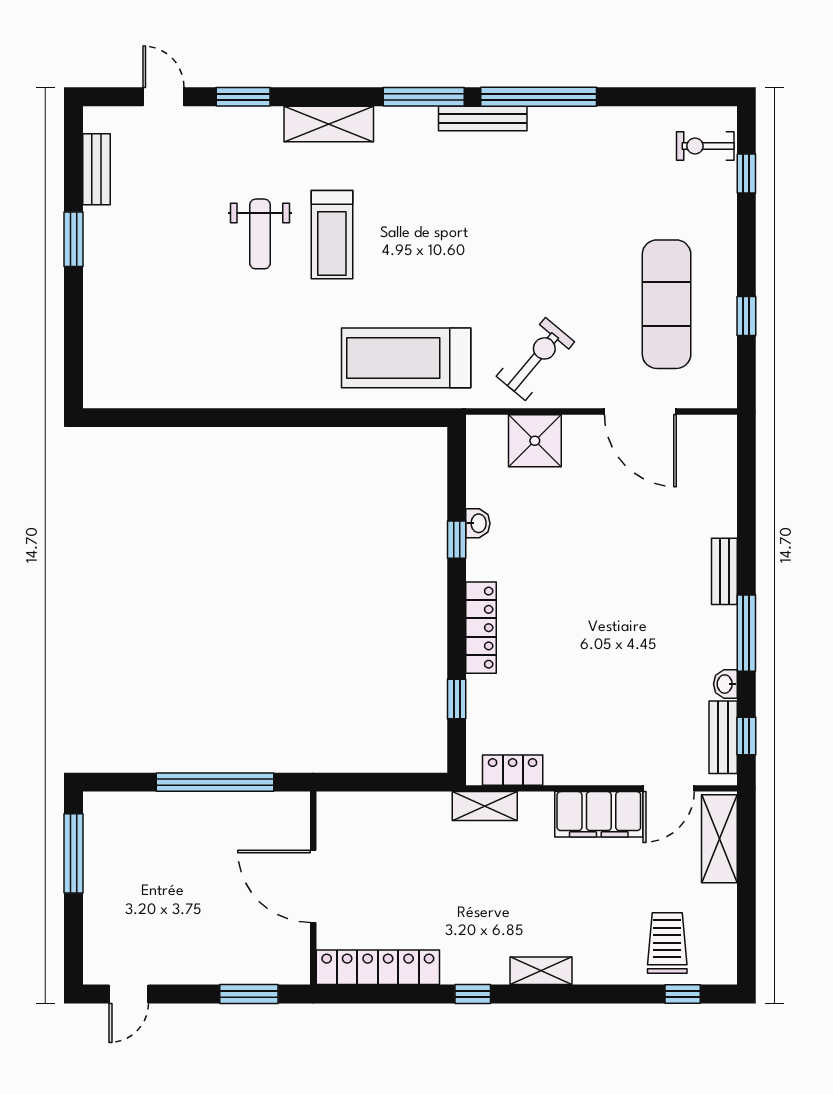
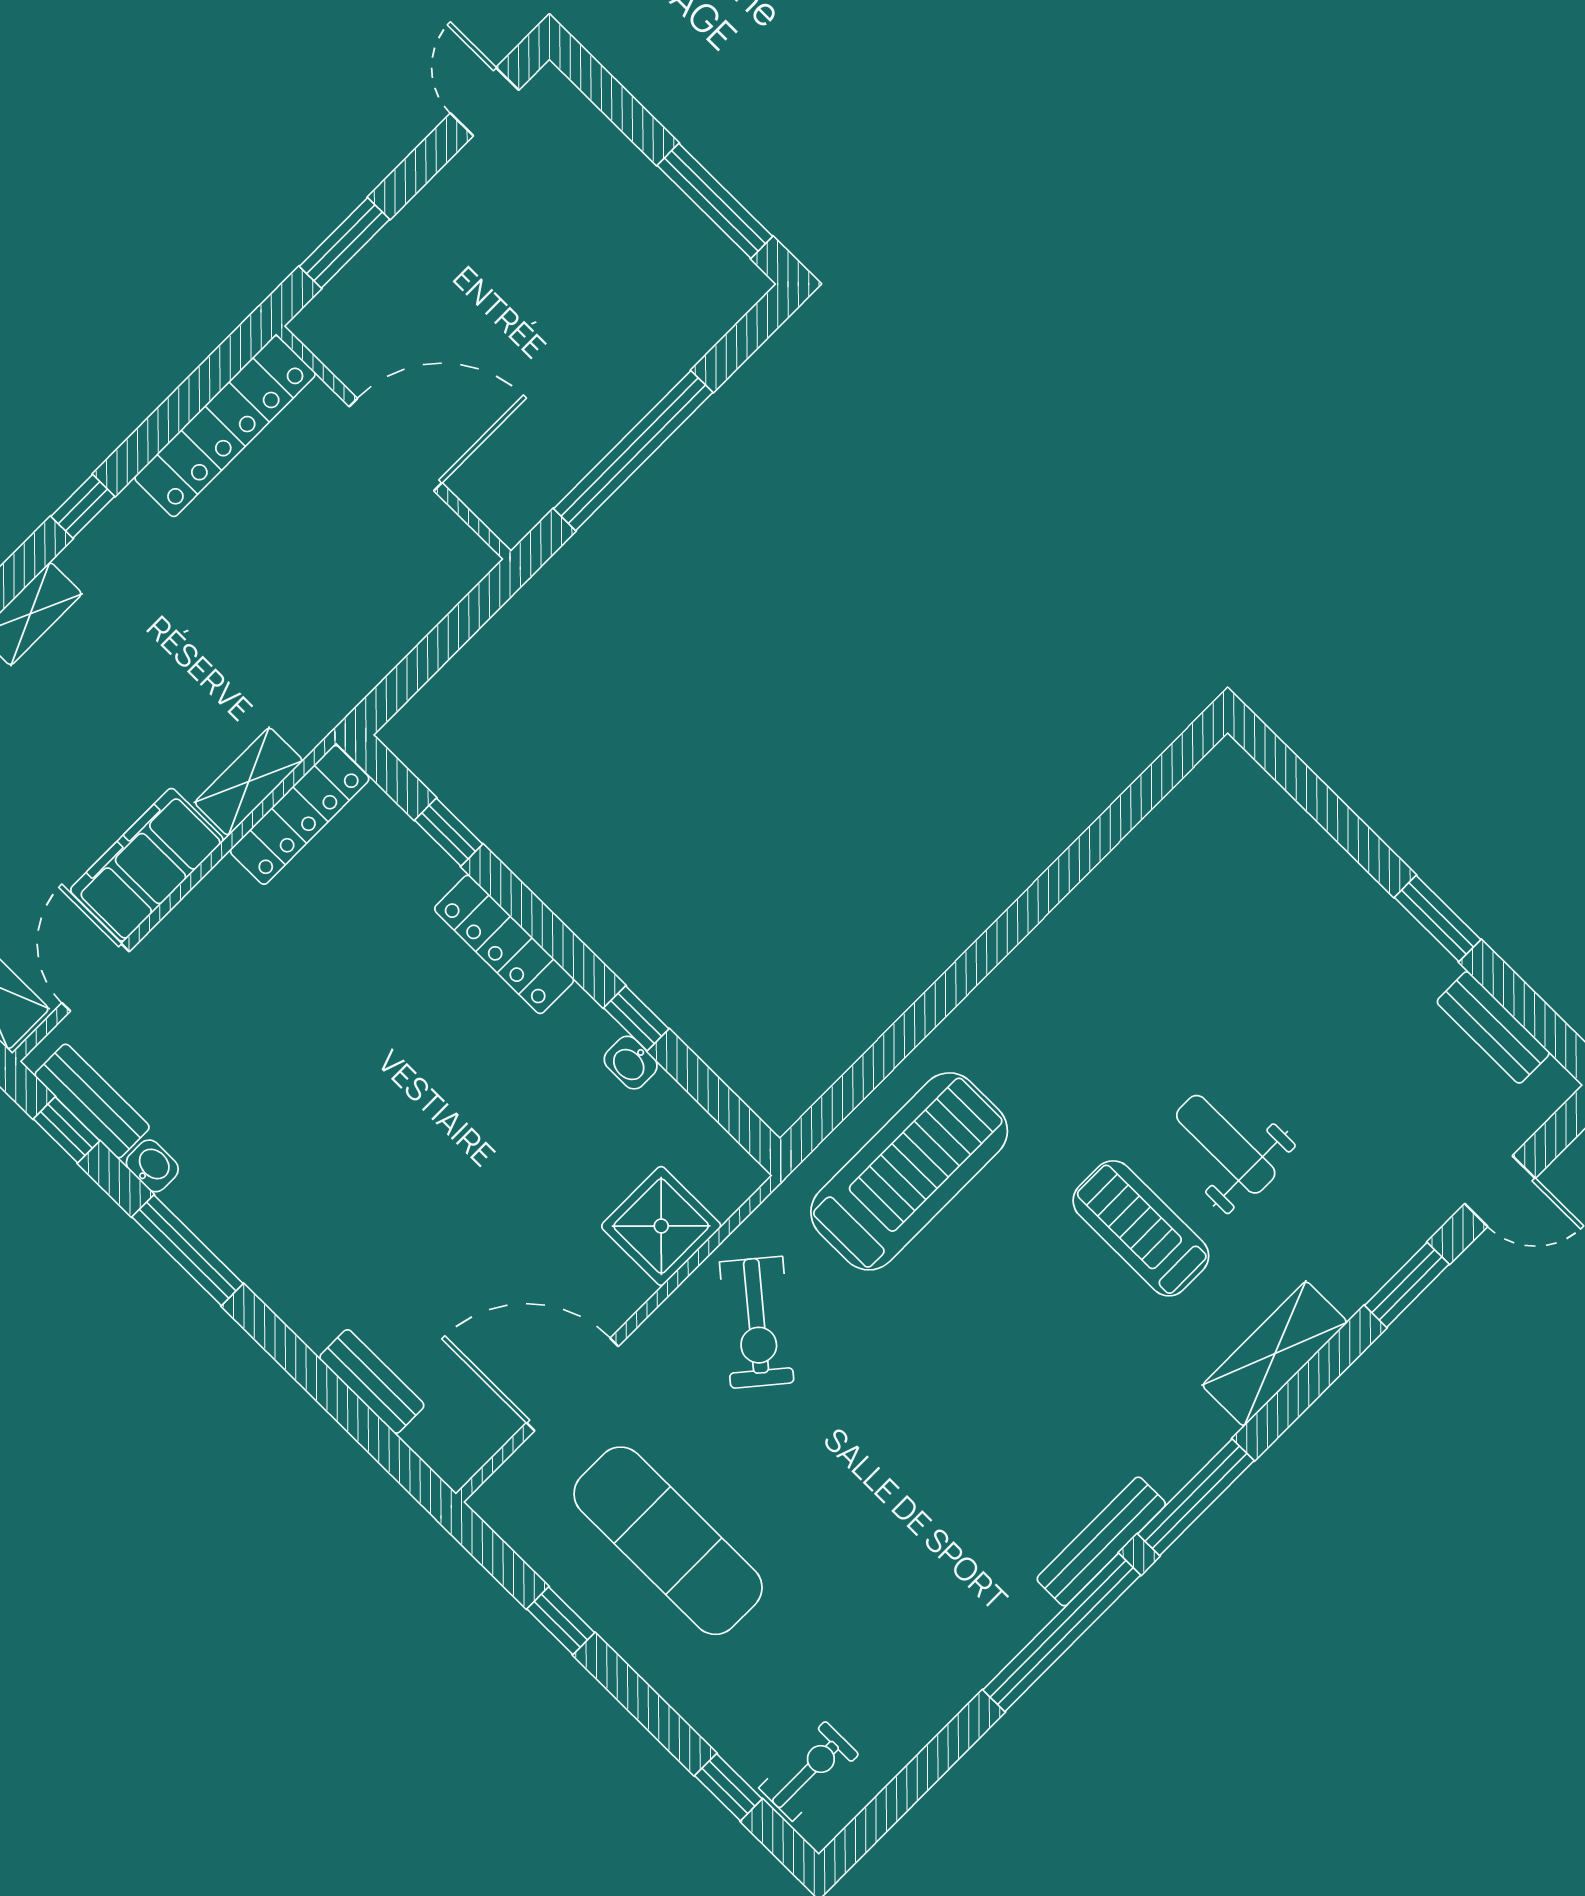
bench: (724, 571) -> (372, 1381), moved
locker: (513, 770) -> (300, 815), width x1.53
shelving: (485, 806) -> (249, 782), moved

